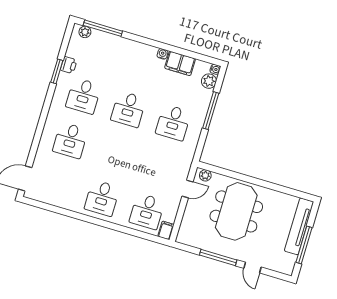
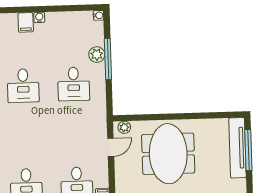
filing cabinet: (180, 63) -> (26, 22), moved, width x0.50
plant: (209, 81) -> (97, 55), moved
window: (304, 245) -> (248, 150), moved

